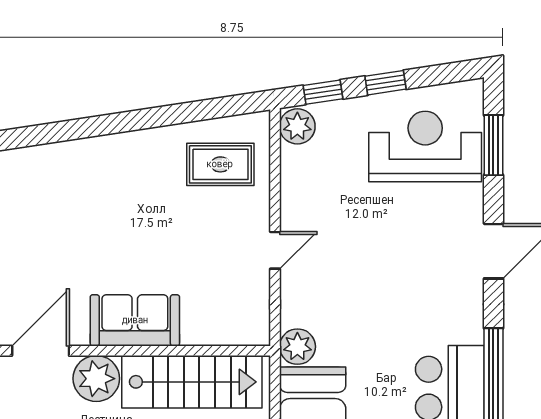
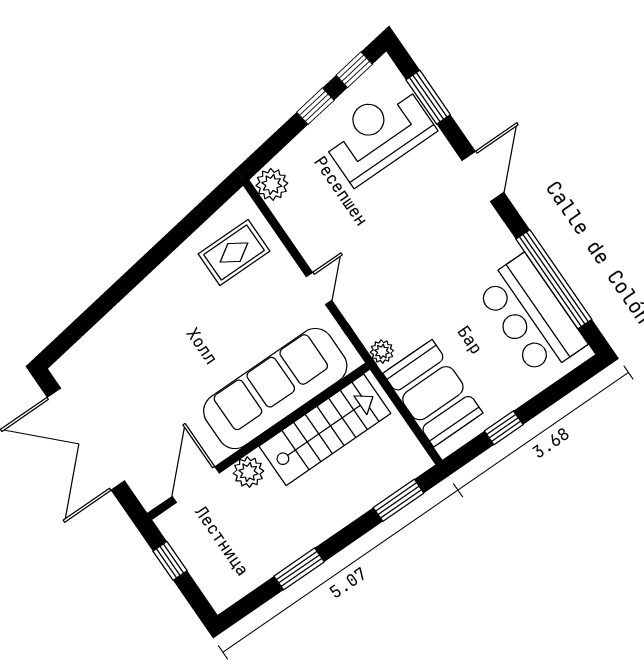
window: (323, 92) -> (354, 70), moved
sofa: (135, 320) -> (275, 389), width x1.85, depth x1.27
plant: (297, 347) -> (382, 352), width x0.73, depth x0.73
plant: (96, 379) -> (248, 472), width x0.73, depth x0.73

